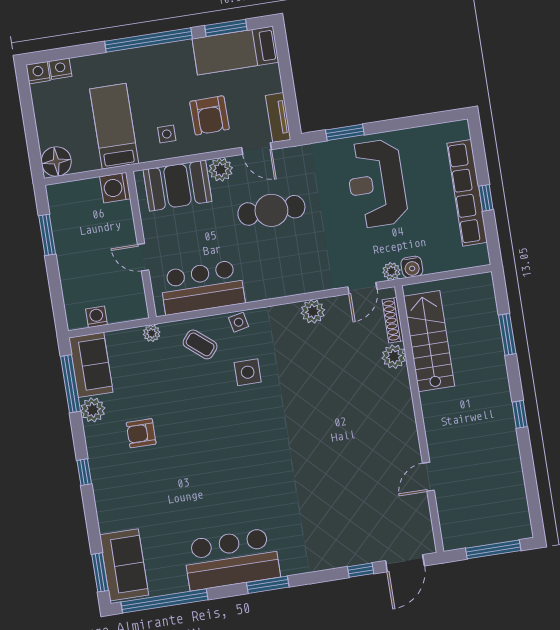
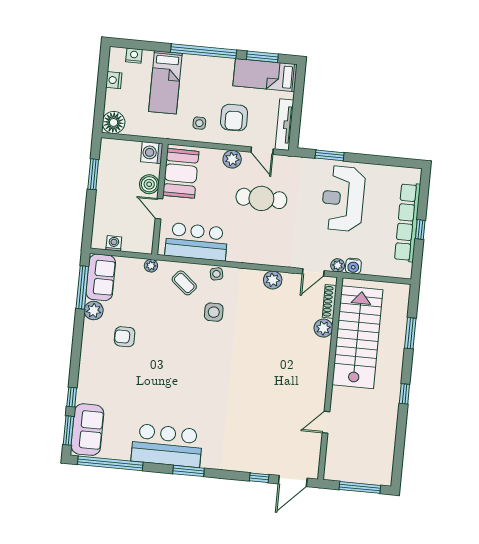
nightstand: (38, 73) -> (114, 80), moved, turned -90
tv unit: (278, 118) -> (284, 125), width x1.41
bed: (114, 126) -> (165, 82), moved, turned 180
booth: (177, 186) -> (181, 173), moved, turned 90
boiler: (122, 229) -> (149, 184), added
stairs: (429, 341) -> (358, 337), width x1.36, depth x1.51
window: (84, 472) -> (72, 397), moved

